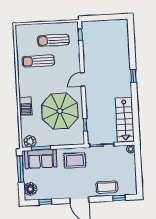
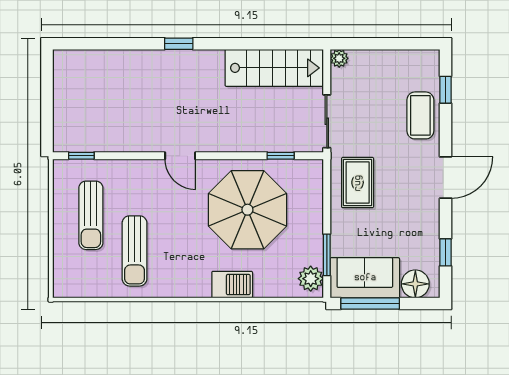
sofa: (41, 159) -> (365, 278), moved, turned -90

